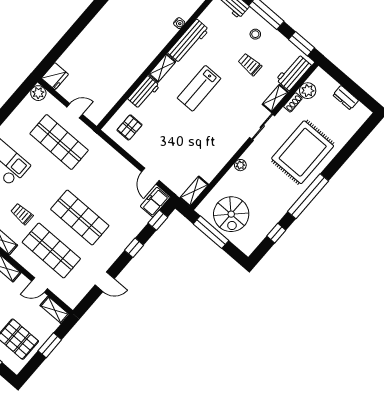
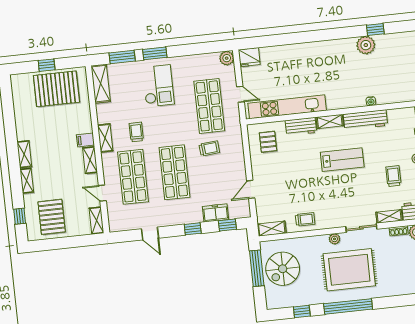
kitchen unit: (119, 87) -> (287, 107), added
lab bench: (199, 88) -> (342, 160), turned 180
pallet: (129, 127) -> (268, 142), turned 90
rug: (303, 152) -> (349, 270), moved
trolley: (213, 160) -> (305, 219), added
plant: (240, 165) -> (334, 239), moved
trolley: (89, 174) -> (209, 148), added
freezer: (155, 202) -> (216, 213), moved
window: (50, 345) -> (70, 242), removed

